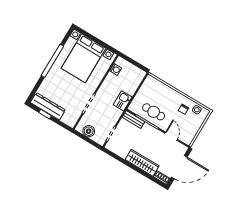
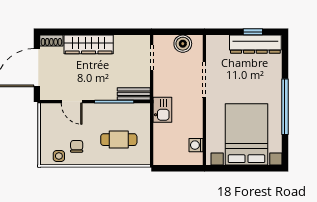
cafe table: (154, 112) -> (119, 140), moved

